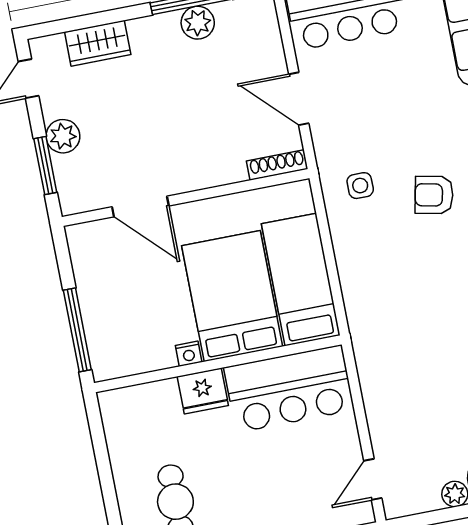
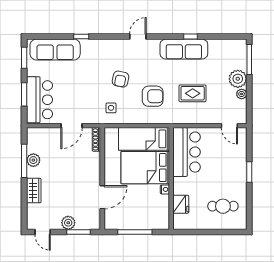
wardrobe: (98, 43) -> (34, 191), moved
armchair: (408, 281) -> (153, 96), added
window: (77, 330) -> (135, 232), moved
rug: (433, 375) -> (193, 93), added
fridge: (203, 391) -> (181, 204), moved

